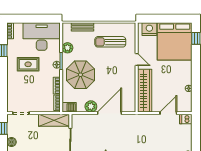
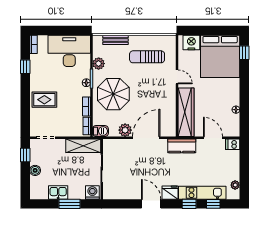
rug: (28, 64) -> (44, 100), moved
door: (168, 113) -> (213, 138), hinge flipped
kitchen counter: (141, 120) -> (182, 146), added

